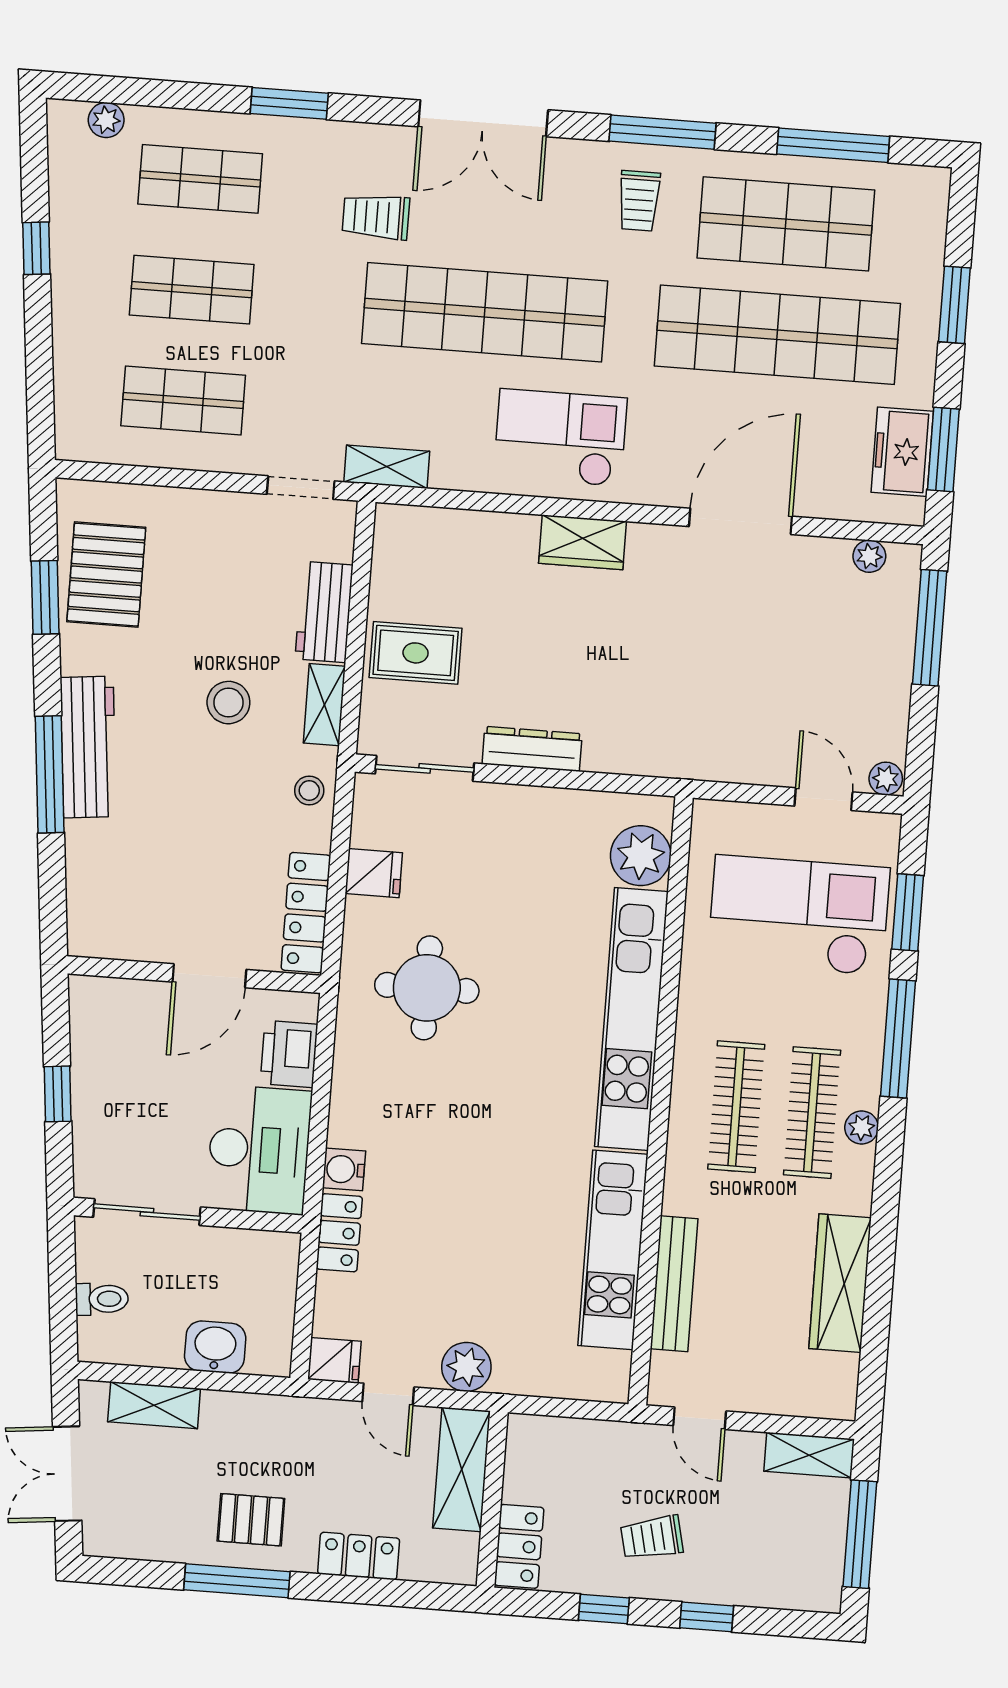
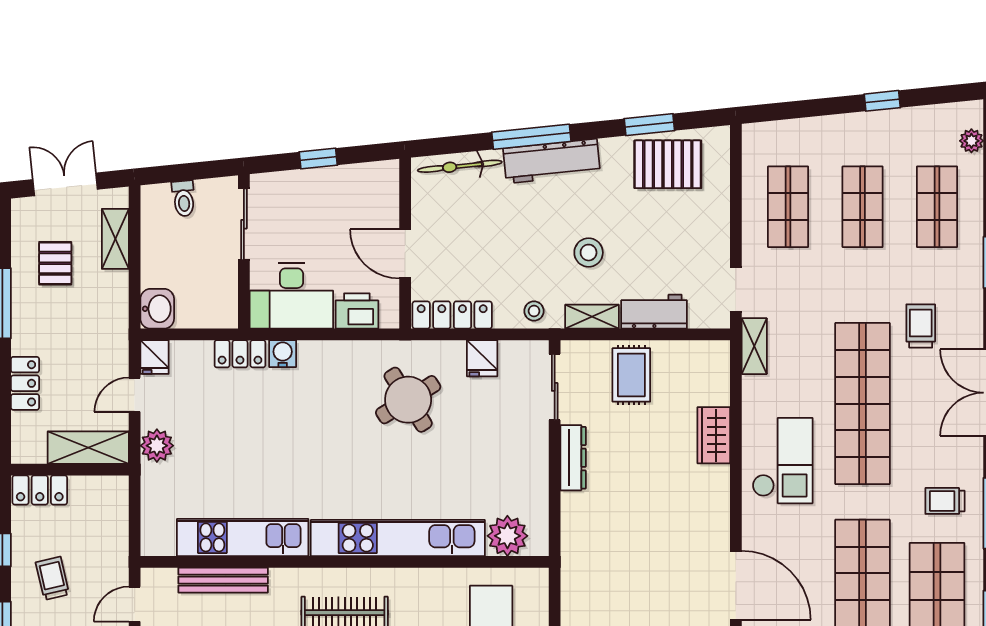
wardrobe: (583, 542) -> (714, 435), moved
bicycle: (85, 884) -> (460, 166), added
round table: (427, 988) -> (408, 400), turned -32
washbasin: (215, 1347) -> (157, 309), moved
pallet: (251, 1520) -> (55, 263), moved

